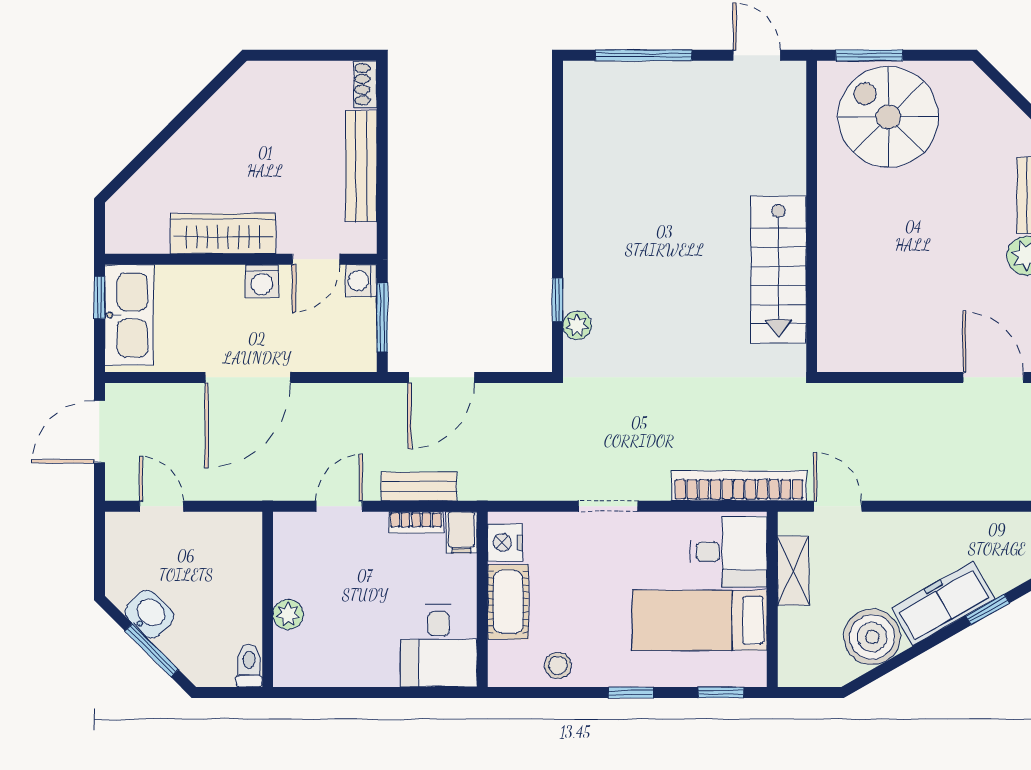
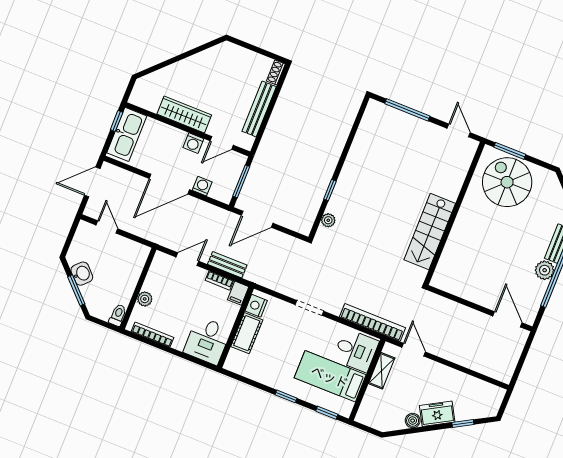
washing machine: (361, 281) -> (202, 186), moved, turned 90
window: (558, 300) -> (330, 190), moved
freezer: (943, 604) -> (437, 414), width x0.71
boiler: (872, 637) -> (413, 421), width x0.54, depth x0.54
stool: (558, 665) -> (258, 371), removed
bookcase: (330, 676) -> (153, 335), added

